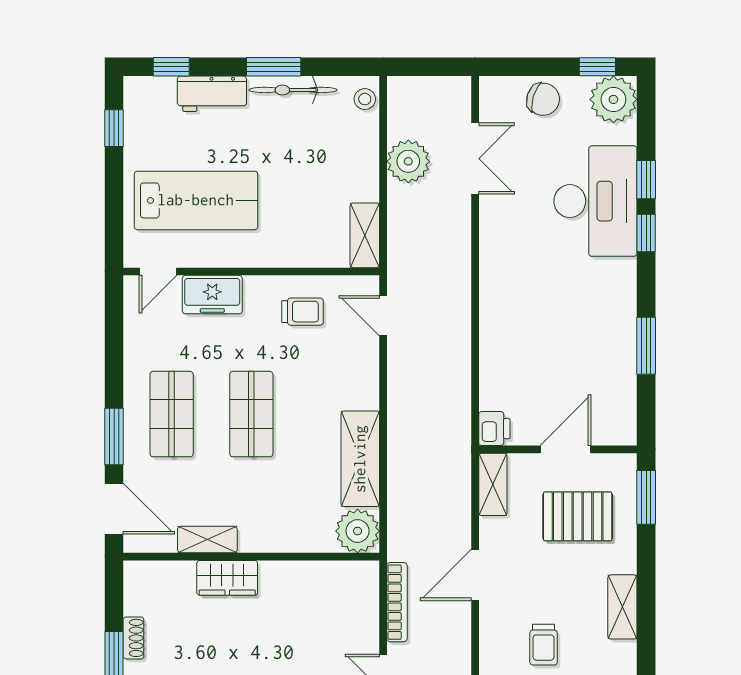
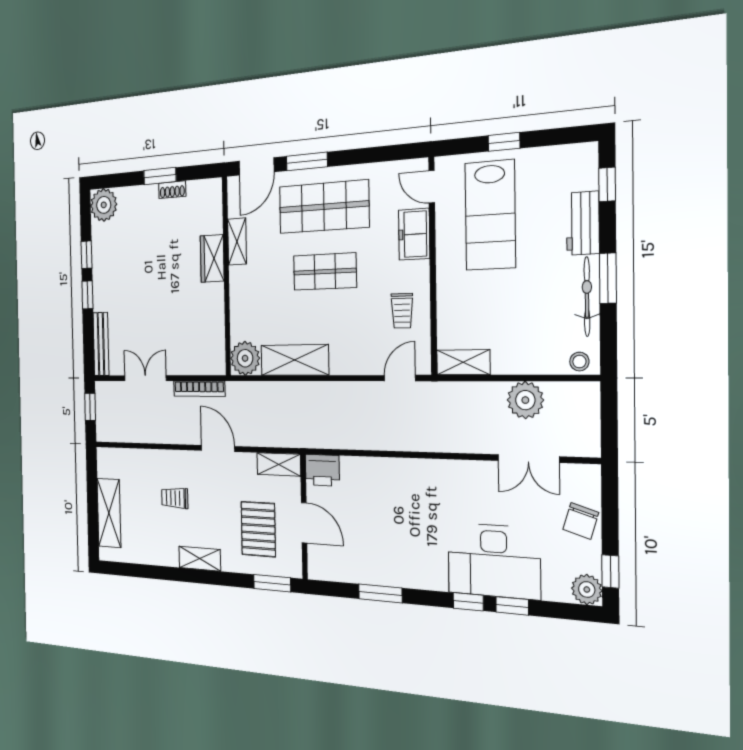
plant: (613, 99) -> (587, 589), width x0.73, depth x0.73
window: (114, 128) -> (504, 142), moved
shop shelf: (172, 414) -> (324, 207), width x1.43, depth x1.36
printer: (494, 429) -> (322, 470), width x1.36, depth x1.24

